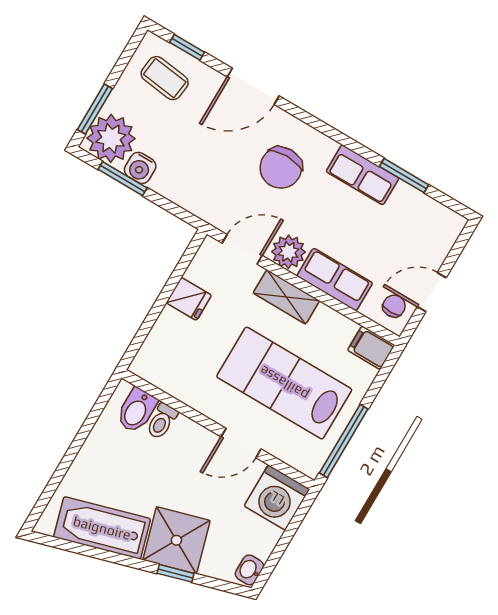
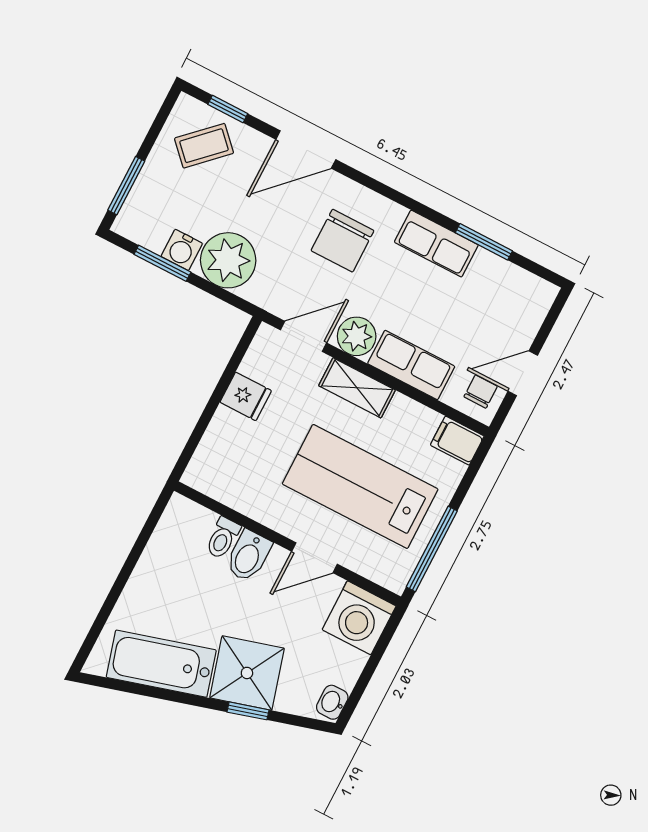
coffee table: (165, 78) -> (204, 146), turned -51
plant: (111, 138) -> (228, 260), moved
bidet: (137, 410) -> (248, 556), moved

